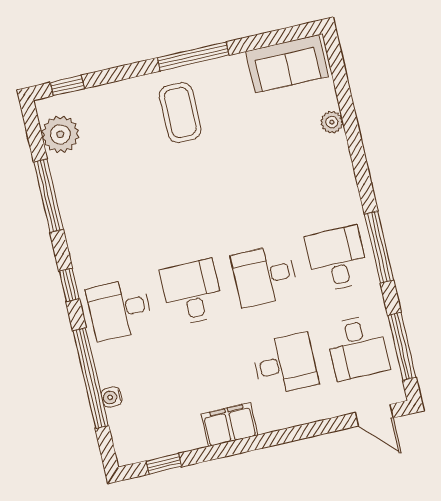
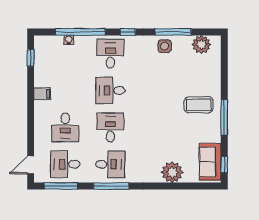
window: (67, 86) -> (224, 164), moved
plant: (332, 122) -> (172, 172), width x1.88, depth x1.88
side table: (80, 206) -> (165, 46), added
desk: (192, 292) -> (110, 91), turned 180
filing cabinet: (229, 425) -> (42, 94), width x0.50

